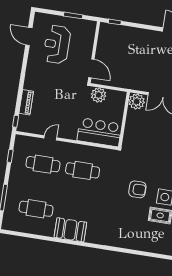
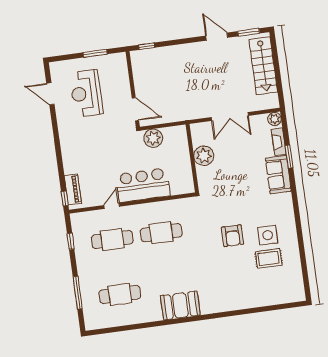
plant: (137, 101) -> (204, 156), moved
piano: (26, 102) -> (73, 190), moved
bar counter: (99, 132) -> (143, 185), moved
armchair: (137, 189) -> (232, 236), turned 90
booth: (70, 230) -> (180, 305), moved

